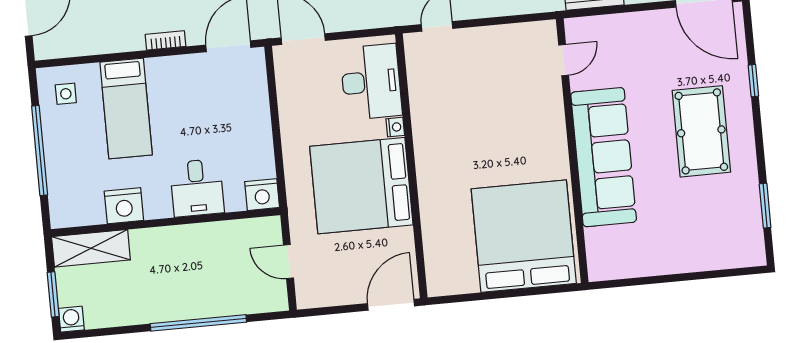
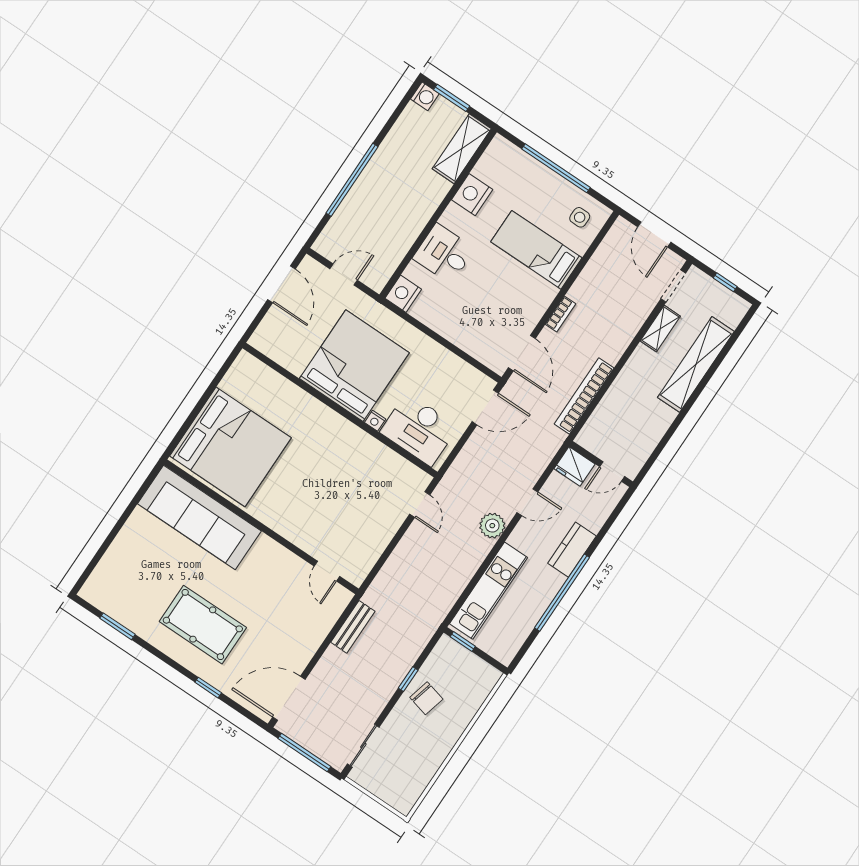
sofa: (604, 157) -> (199, 517), moved
door: (391, 305) -> (282, 284), moved

